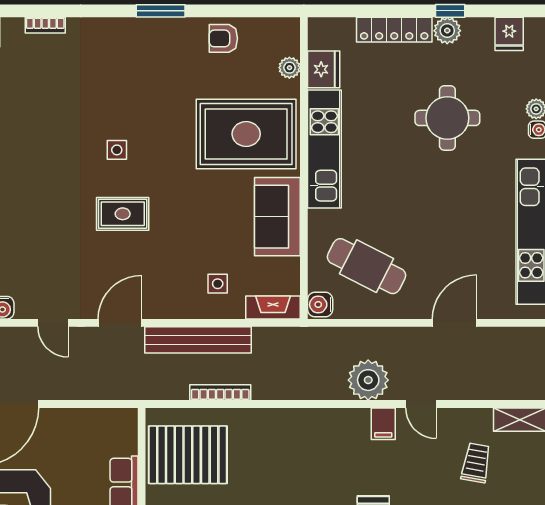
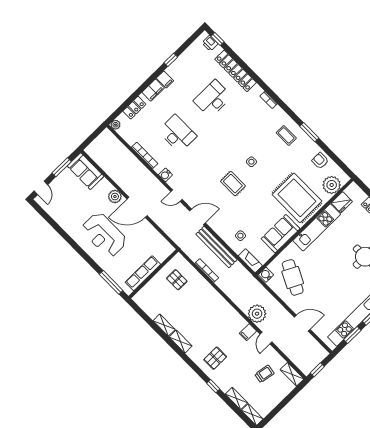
coffee table: (130, 53) -> (286, 135), added
plant: (289, 68) -> (332, 185), width x1.88, depth x1.88
door: (53, 323) -> (176, 196), hinge flipped
pallet: (188, 455) -> (177, 280), width x0.49, depth x0.50

